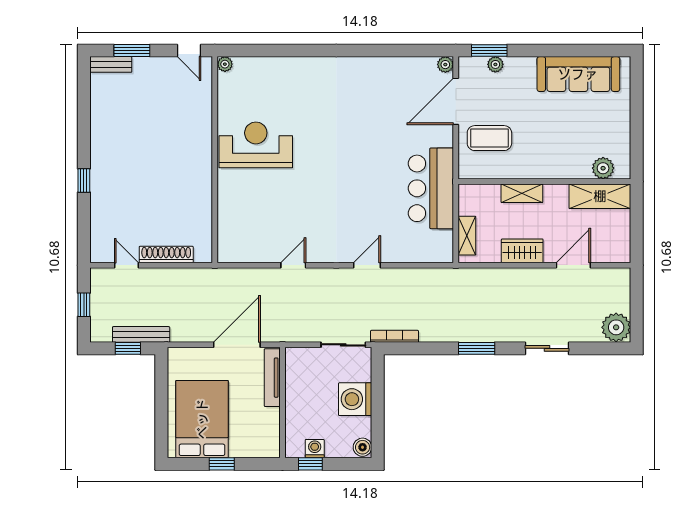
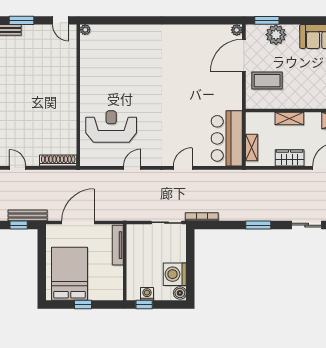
plant: (495, 64) -> (276, 35), width x1.88, depth x1.88
reception desk: (256, 145) -> (111, 127), moved
bar counter: (431, 188) -> (227, 138), moved
shoe rack: (166, 254) -> (58, 161), moved
door: (237, 345) -> (78, 223), moved
washing machine: (355, 399) -> (175, 274), moved

